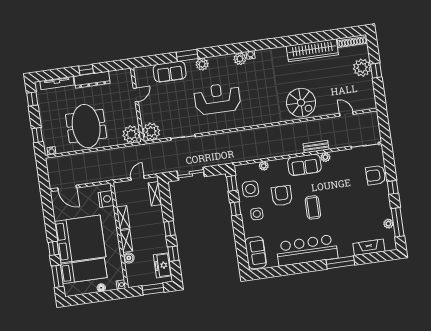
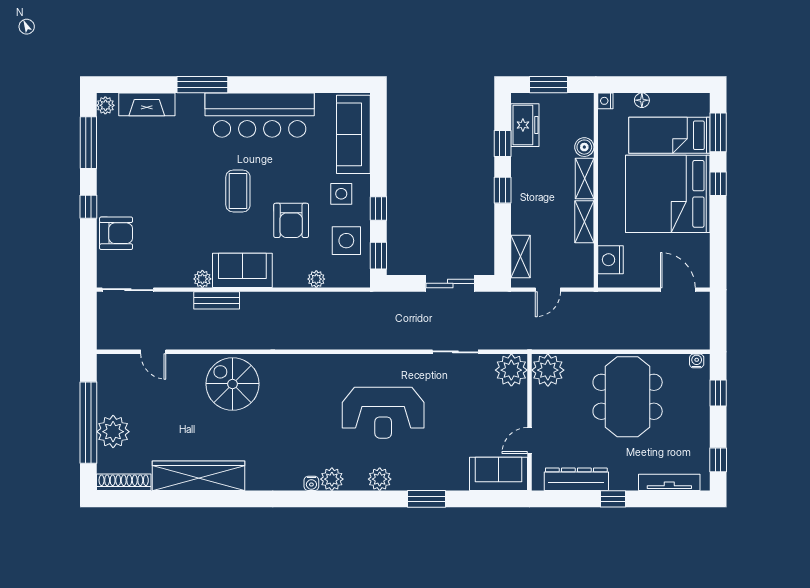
plant: (202, 64) -> (380, 479), moved
window: (376, 71) -> (88, 423), width x3.17
sofa: (170, 72) -> (499, 474), moved
dresser: (92, 80) -> (576, 479), moved
plant: (388, 224) -> (105, 105), moved
sofa: (256, 253) -> (353, 134), width x1.36

